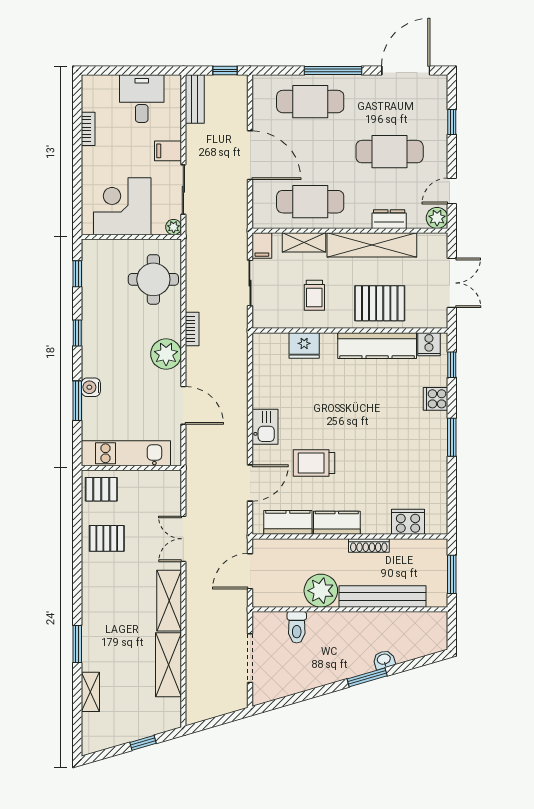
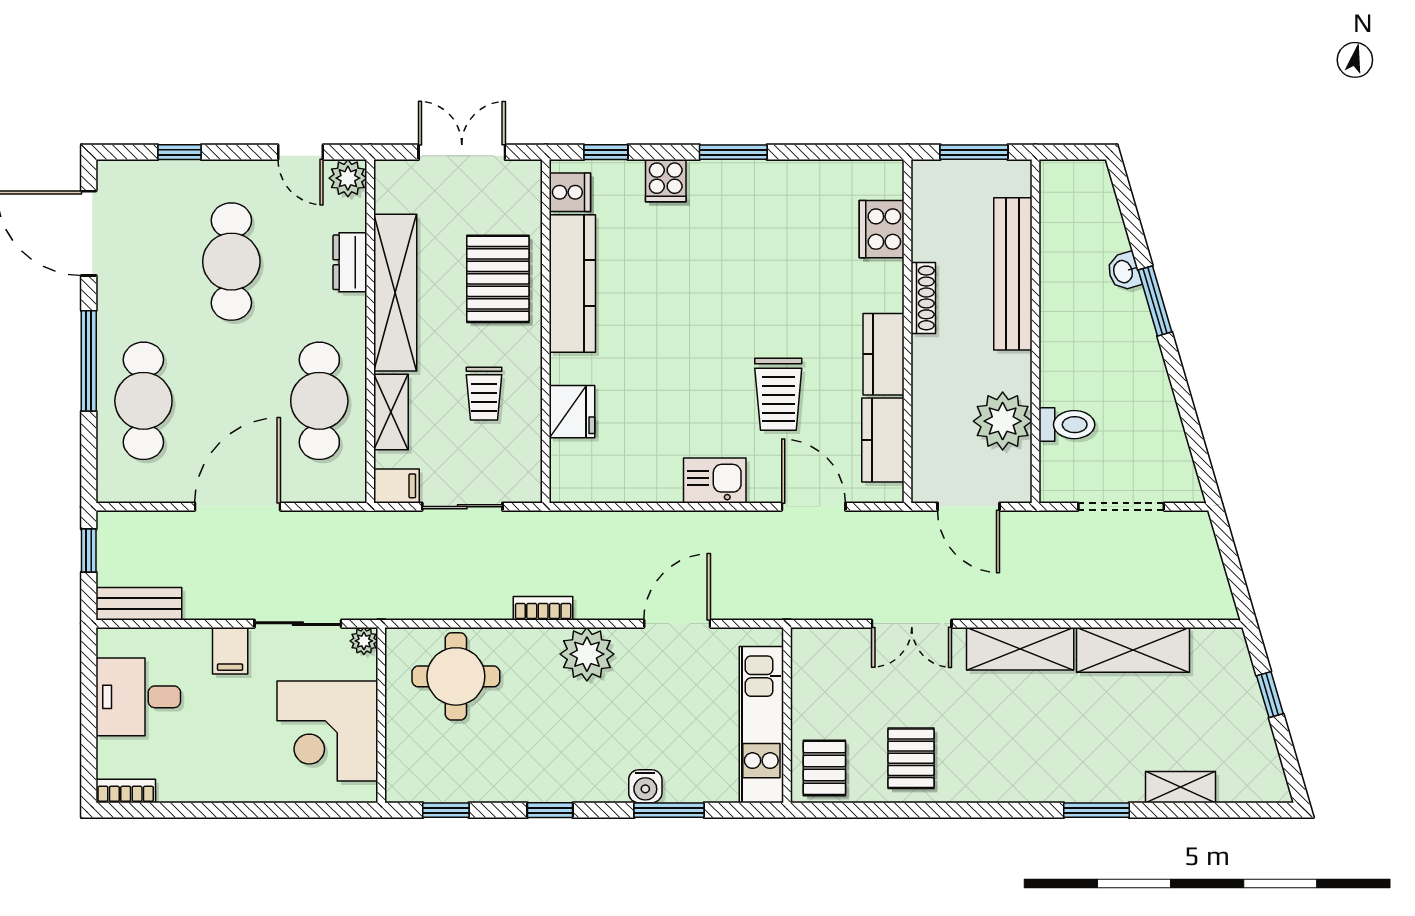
bookcase: (88, 129) -> (126, 791), moved
trolley: (314, 295) -> (484, 394), turned 90
plant: (321, 591) -> (1003, 421), moved

